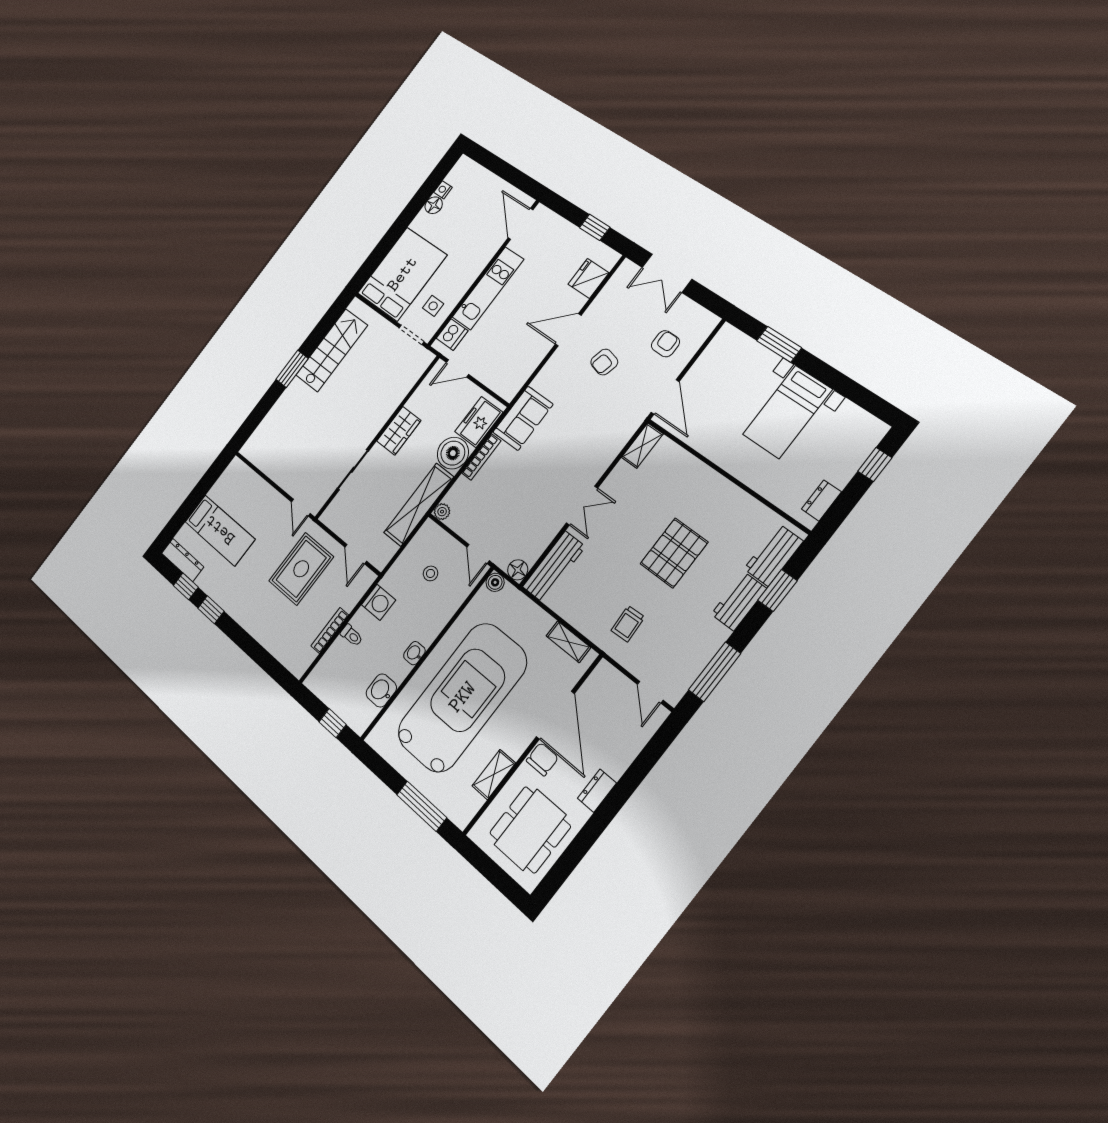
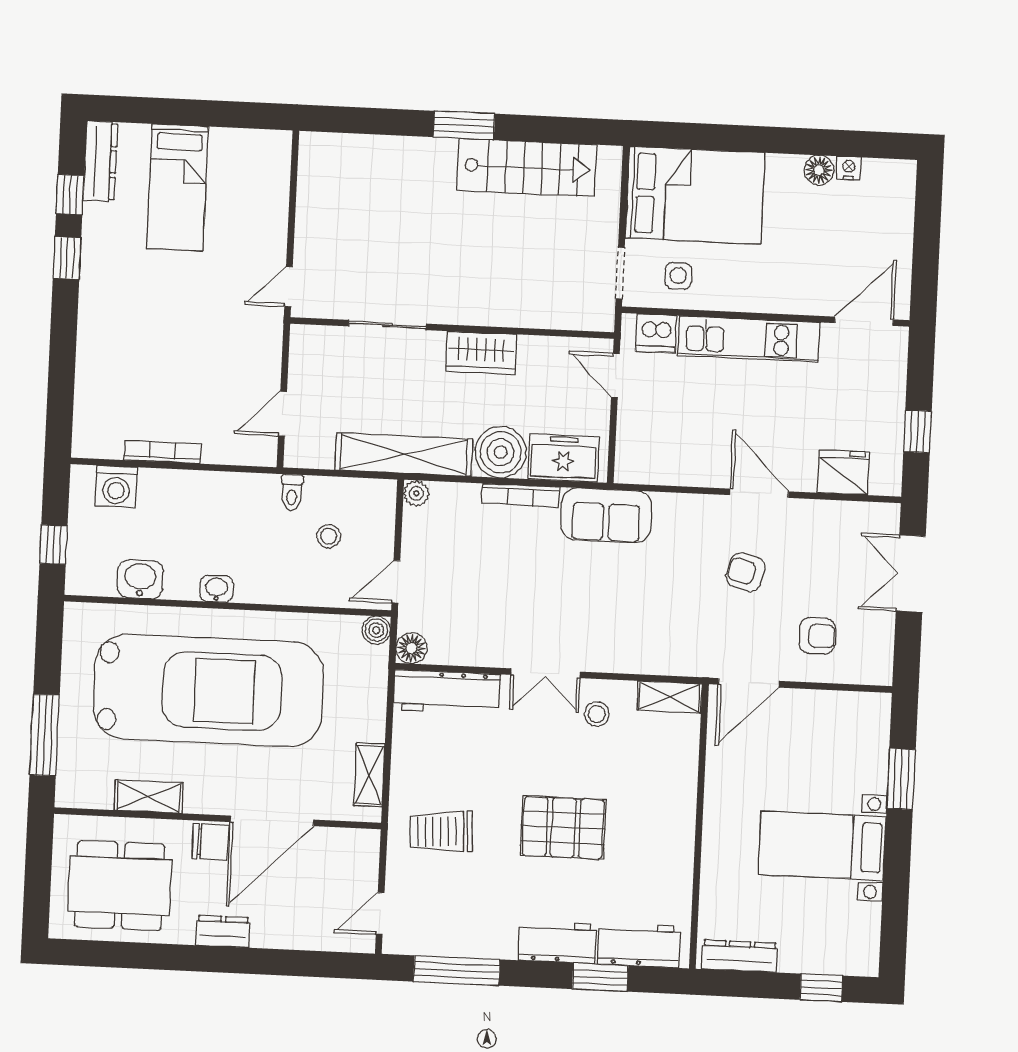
stool: (624, 492) -> (597, 714), added
dresser: (821, 500) -> (739, 956), width x1.44
rug: (301, 569) -> (211, 350), removed
washing machine: (379, 602) -> (116, 487), moved
trolley: (628, 624) -> (441, 831), width x1.36, depth x1.39
toilet: (351, 635) -> (292, 492), moved

